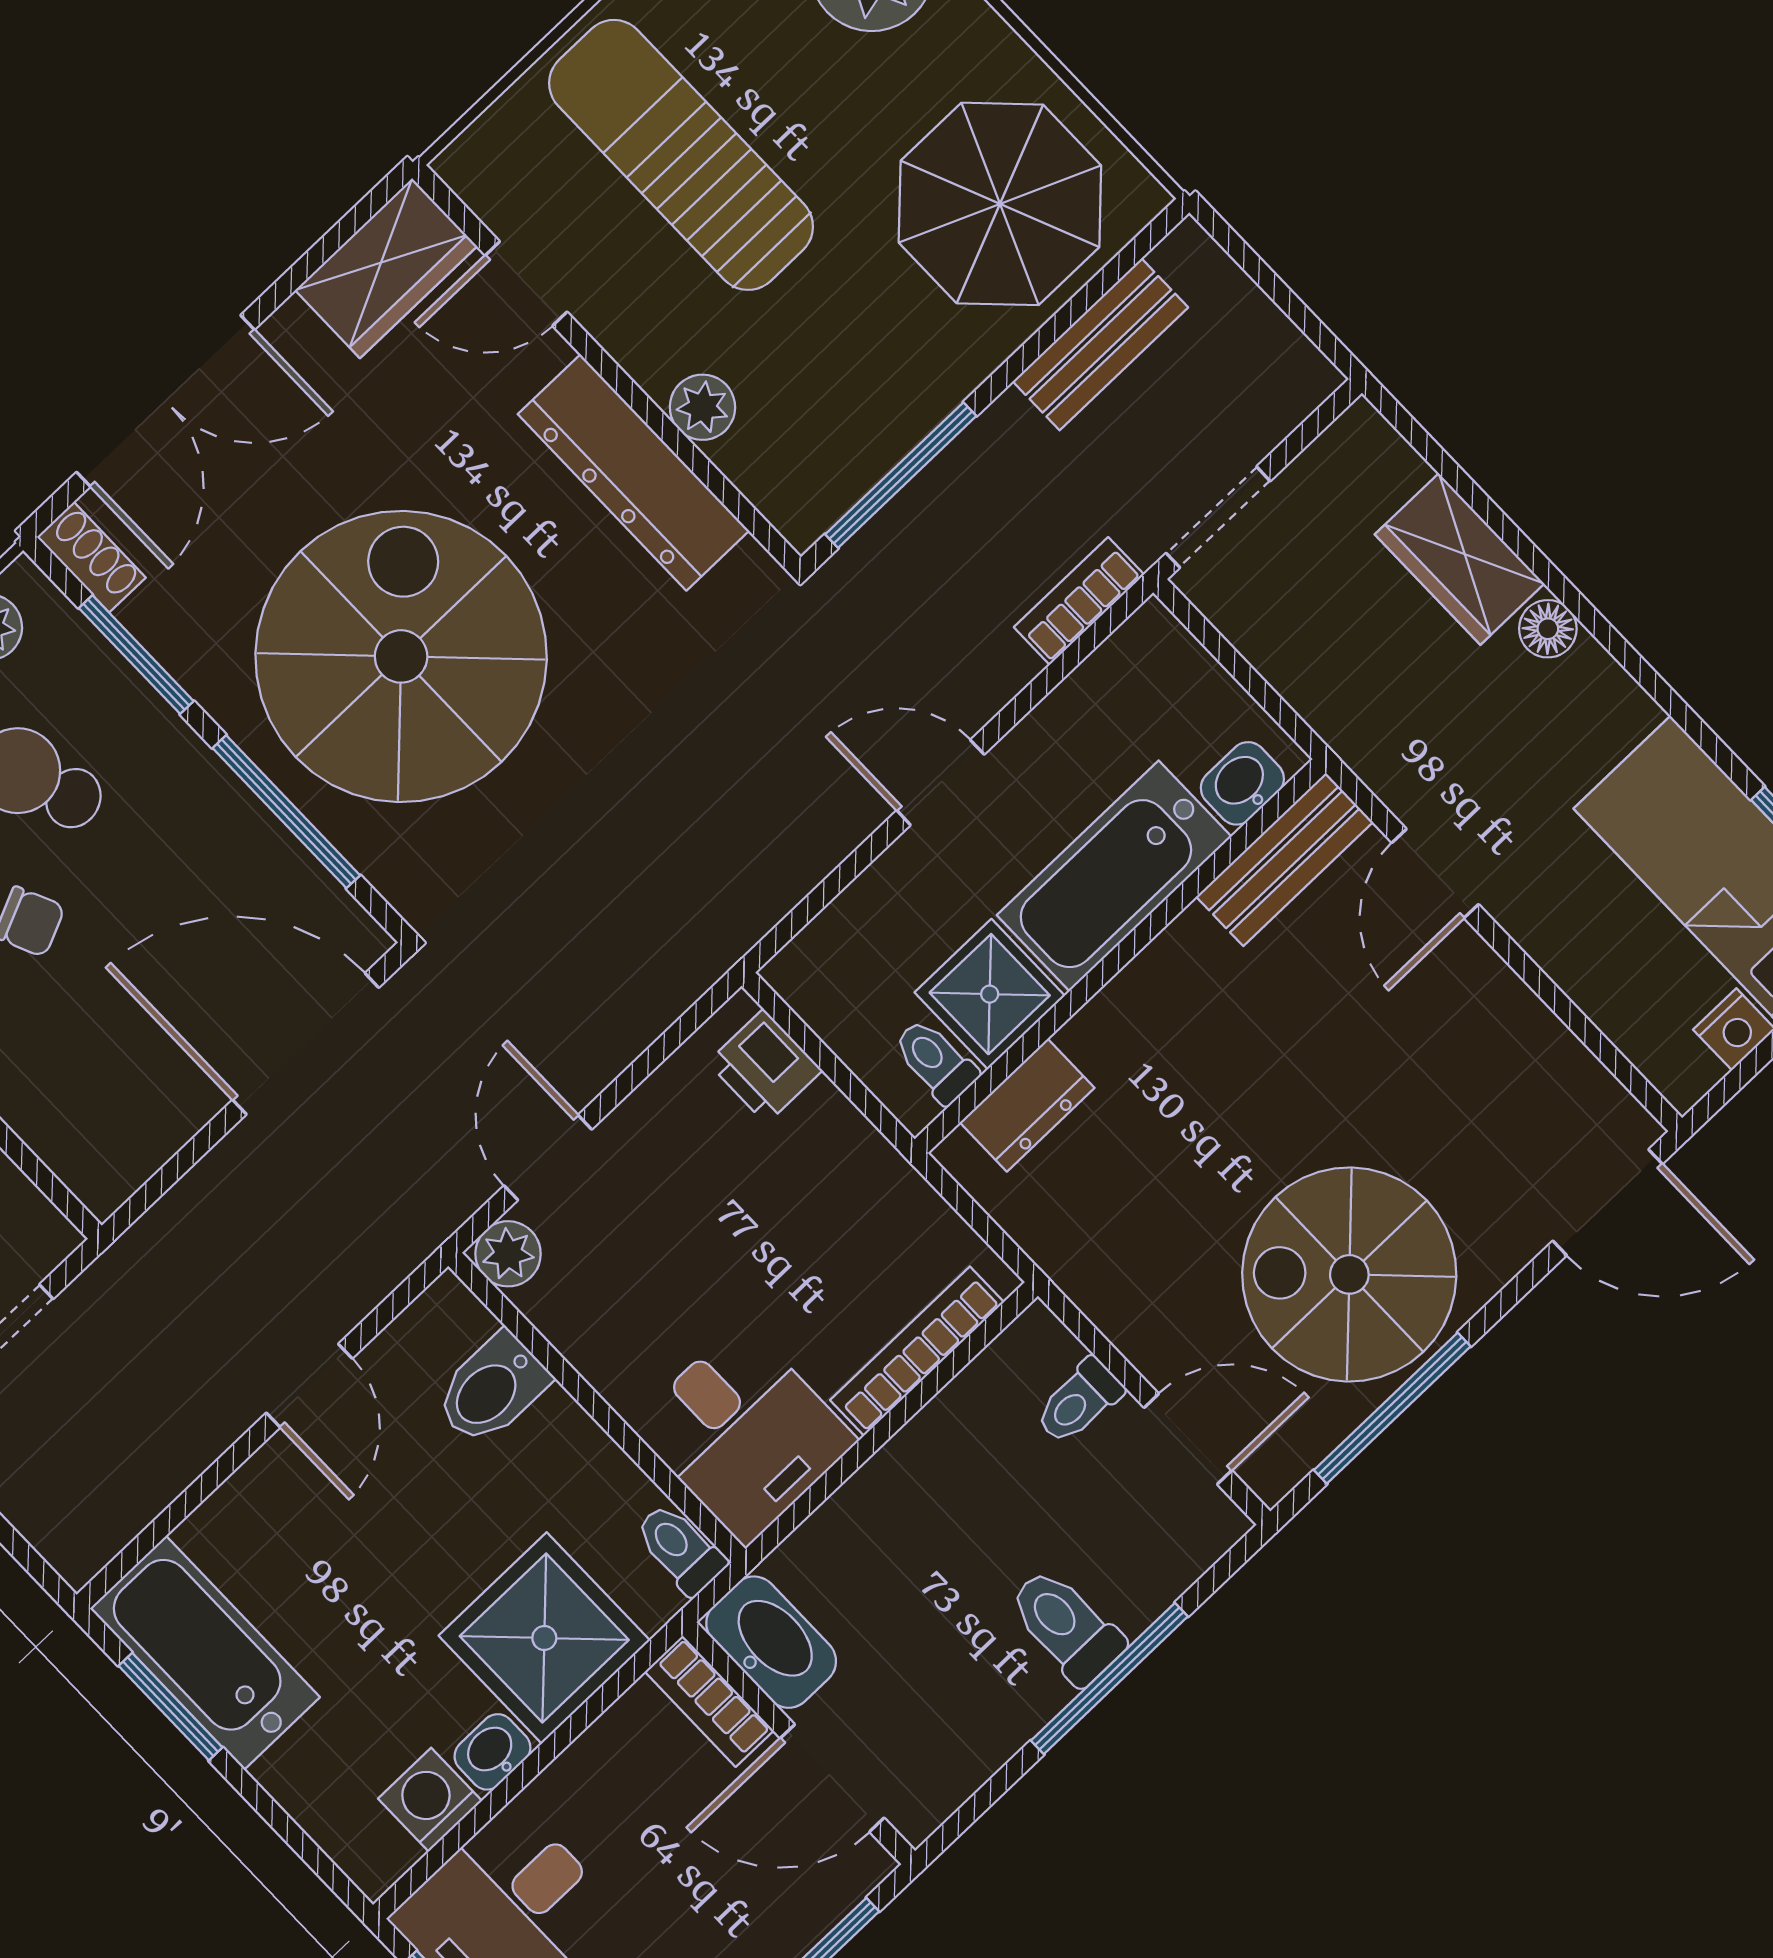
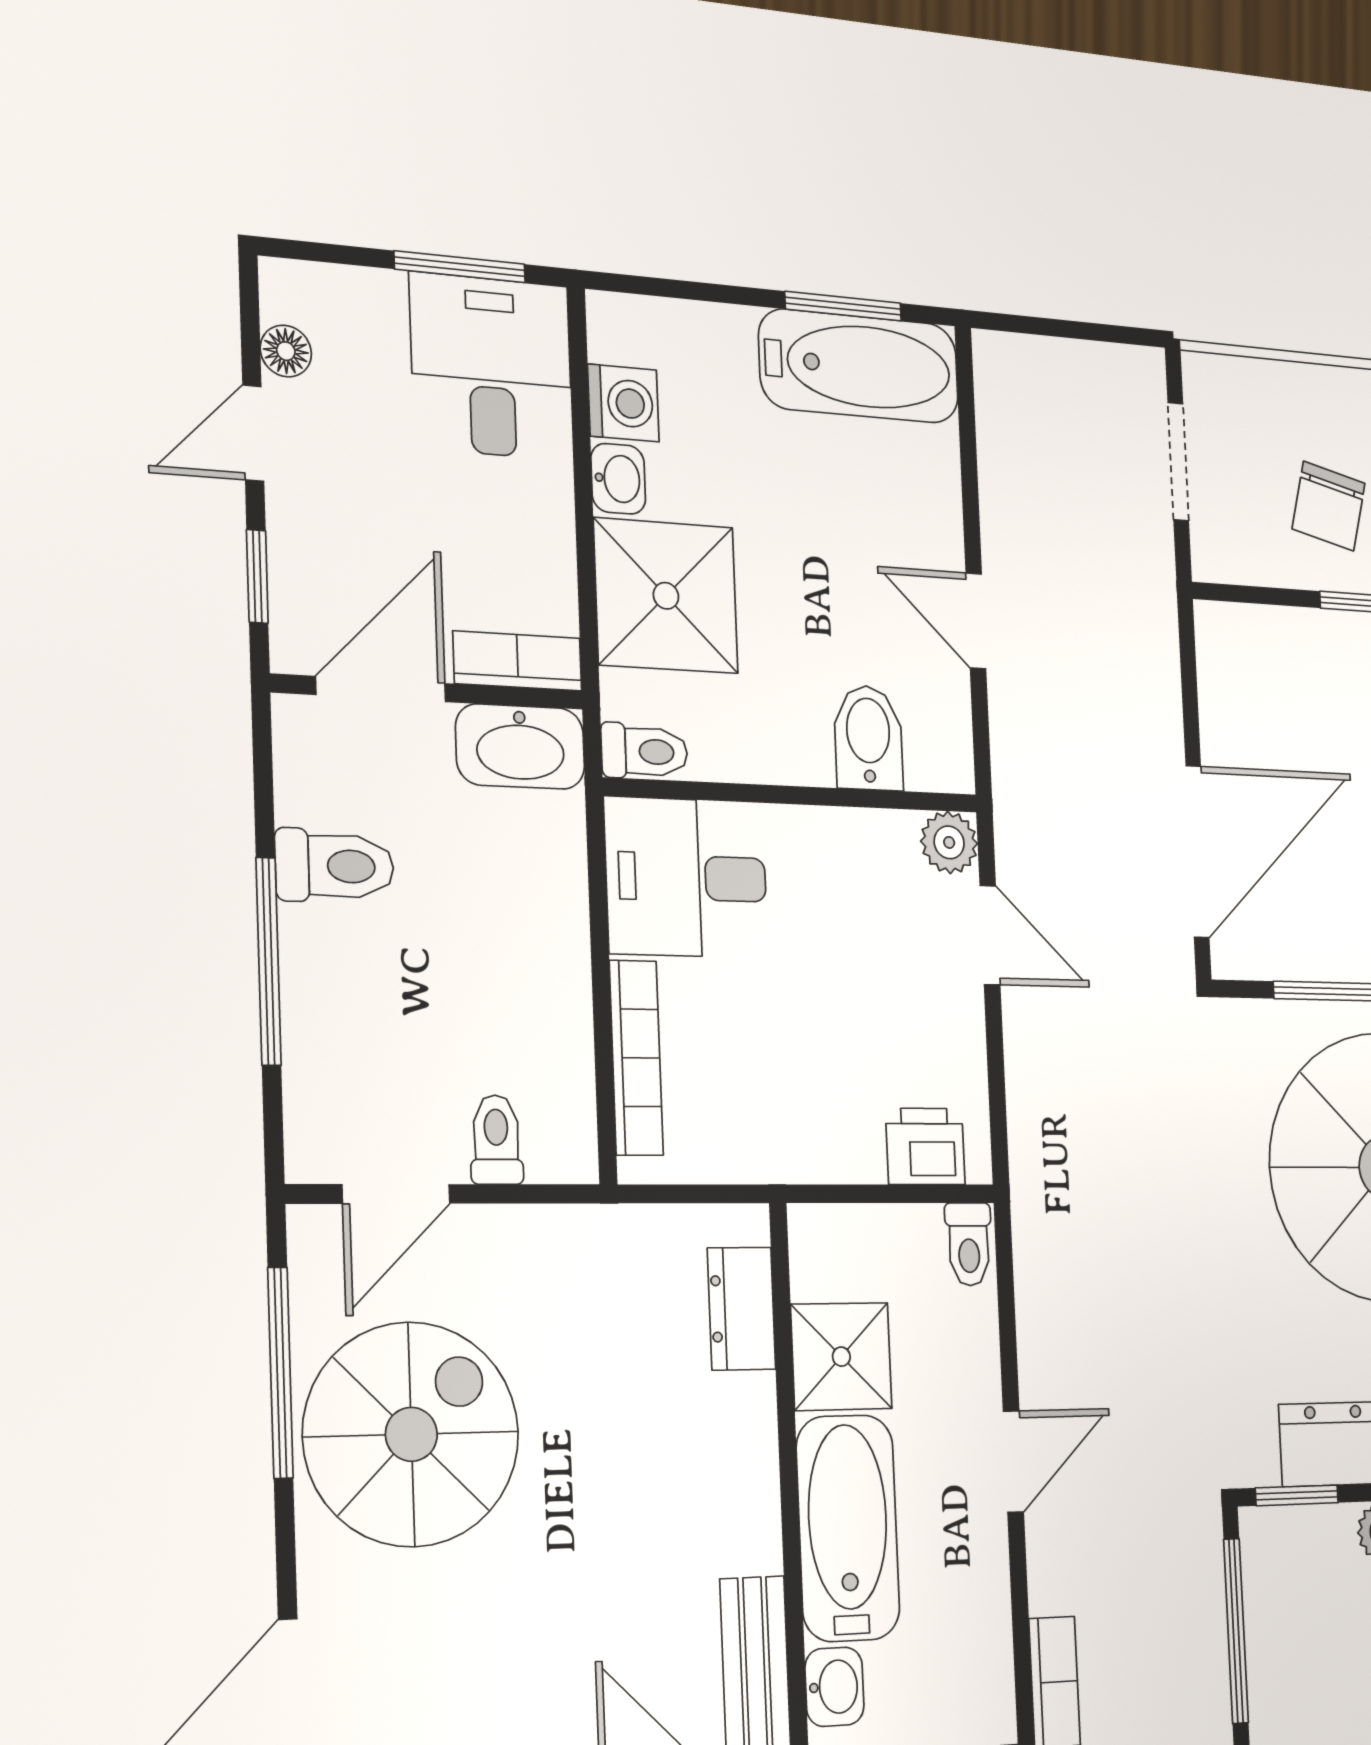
window: (744, 512) -> (1297, 1495), added
toilet: (935, 1061) -> (969, 1244), moved, turned 90
toilet: (1066, 1626) -> (335, 866), moved

